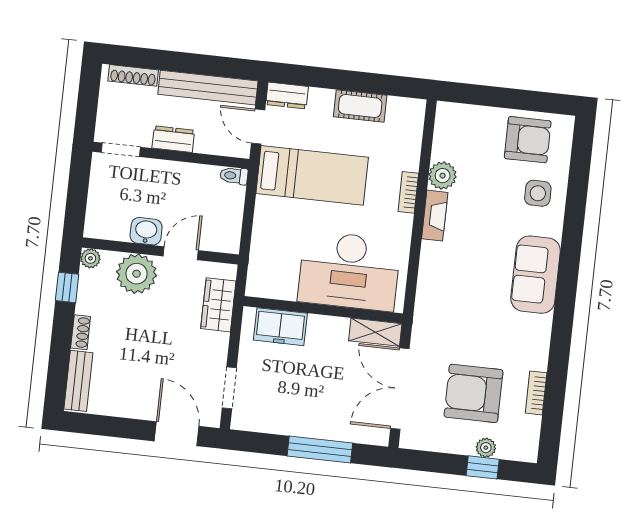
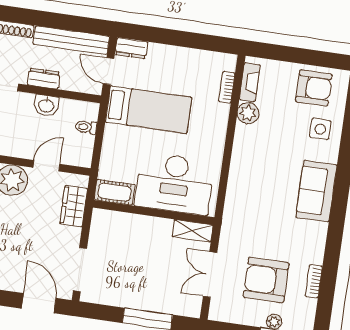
cot: (360, 106) -> (115, 192), moved
toilet: (234, 176) -> (86, 127), moved
bookcase: (408, 192) -> (227, 87), moved
fireplace: (435, 216) -> (250, 82), moved
washbasin: (146, 231) -> (46, 105), moved, turned 180
freezer: (280, 327) -> (120, 224), removed
doorway: (229, 388) -> (80, 270), width x1.38
double door: (400, 389) -> (210, 274), width x0.73

